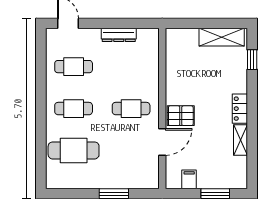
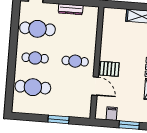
cafe table: (74, 67) -> (37, 29), width x1.37, depth x1.35
door: (162, 142) -> (95, 86), hinge flipped

